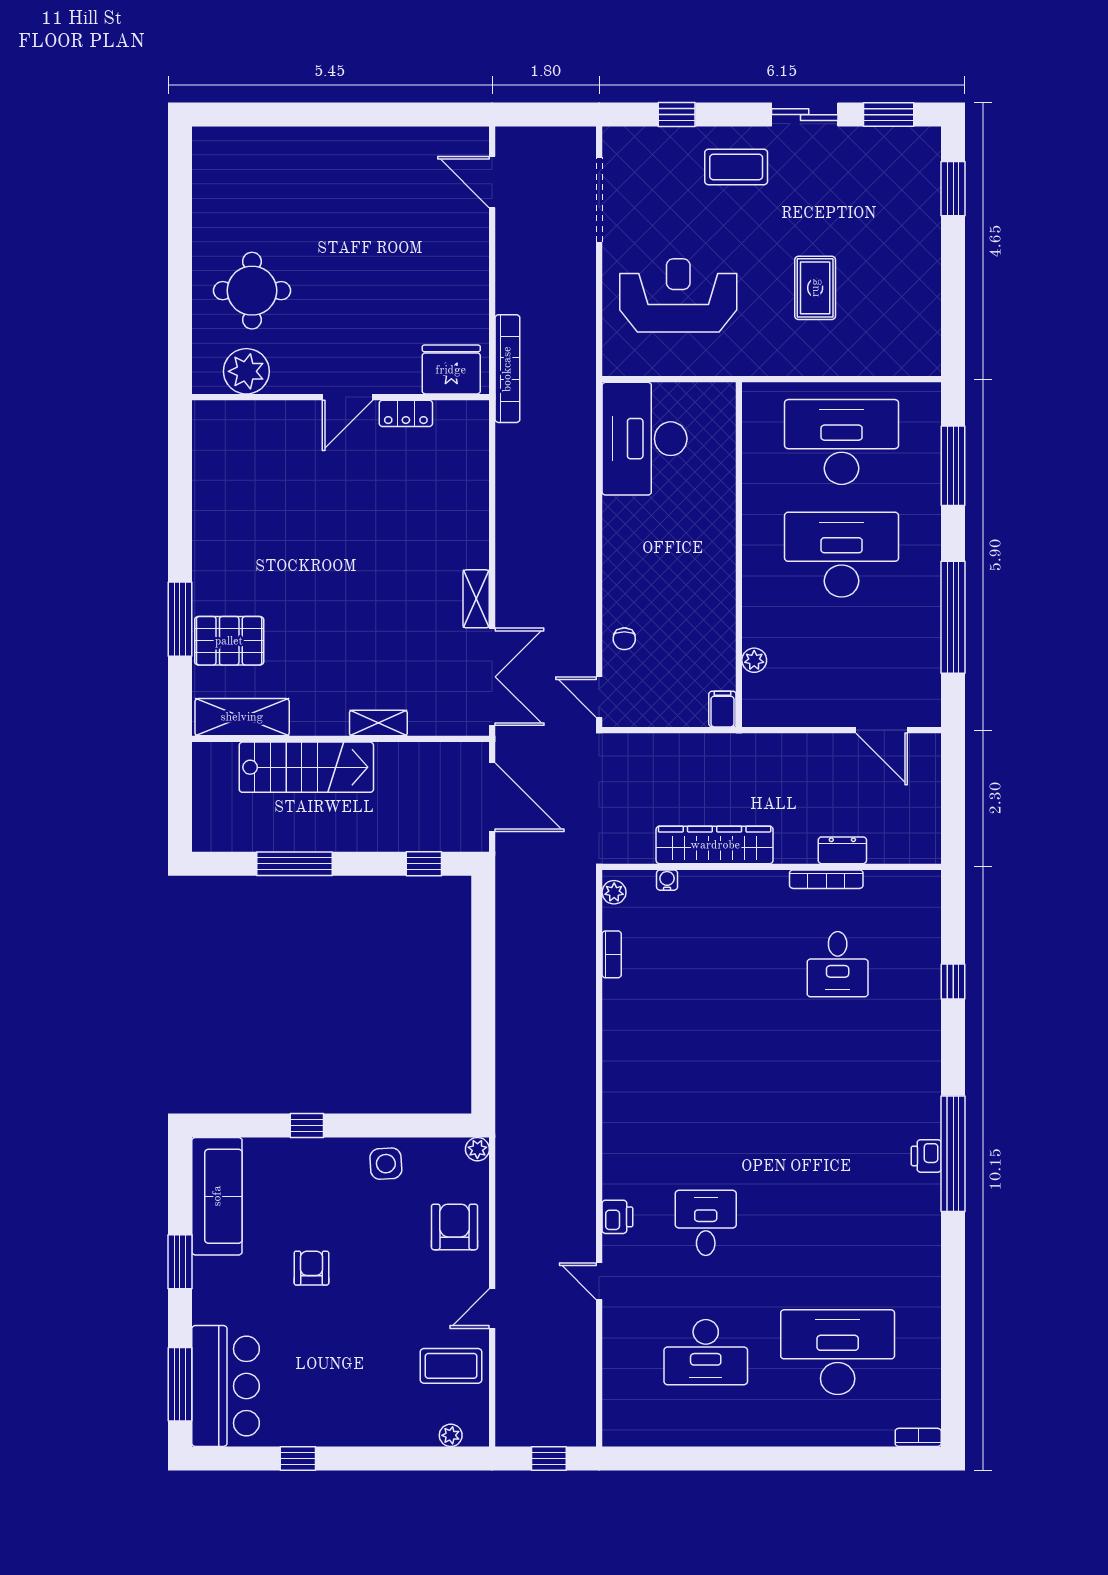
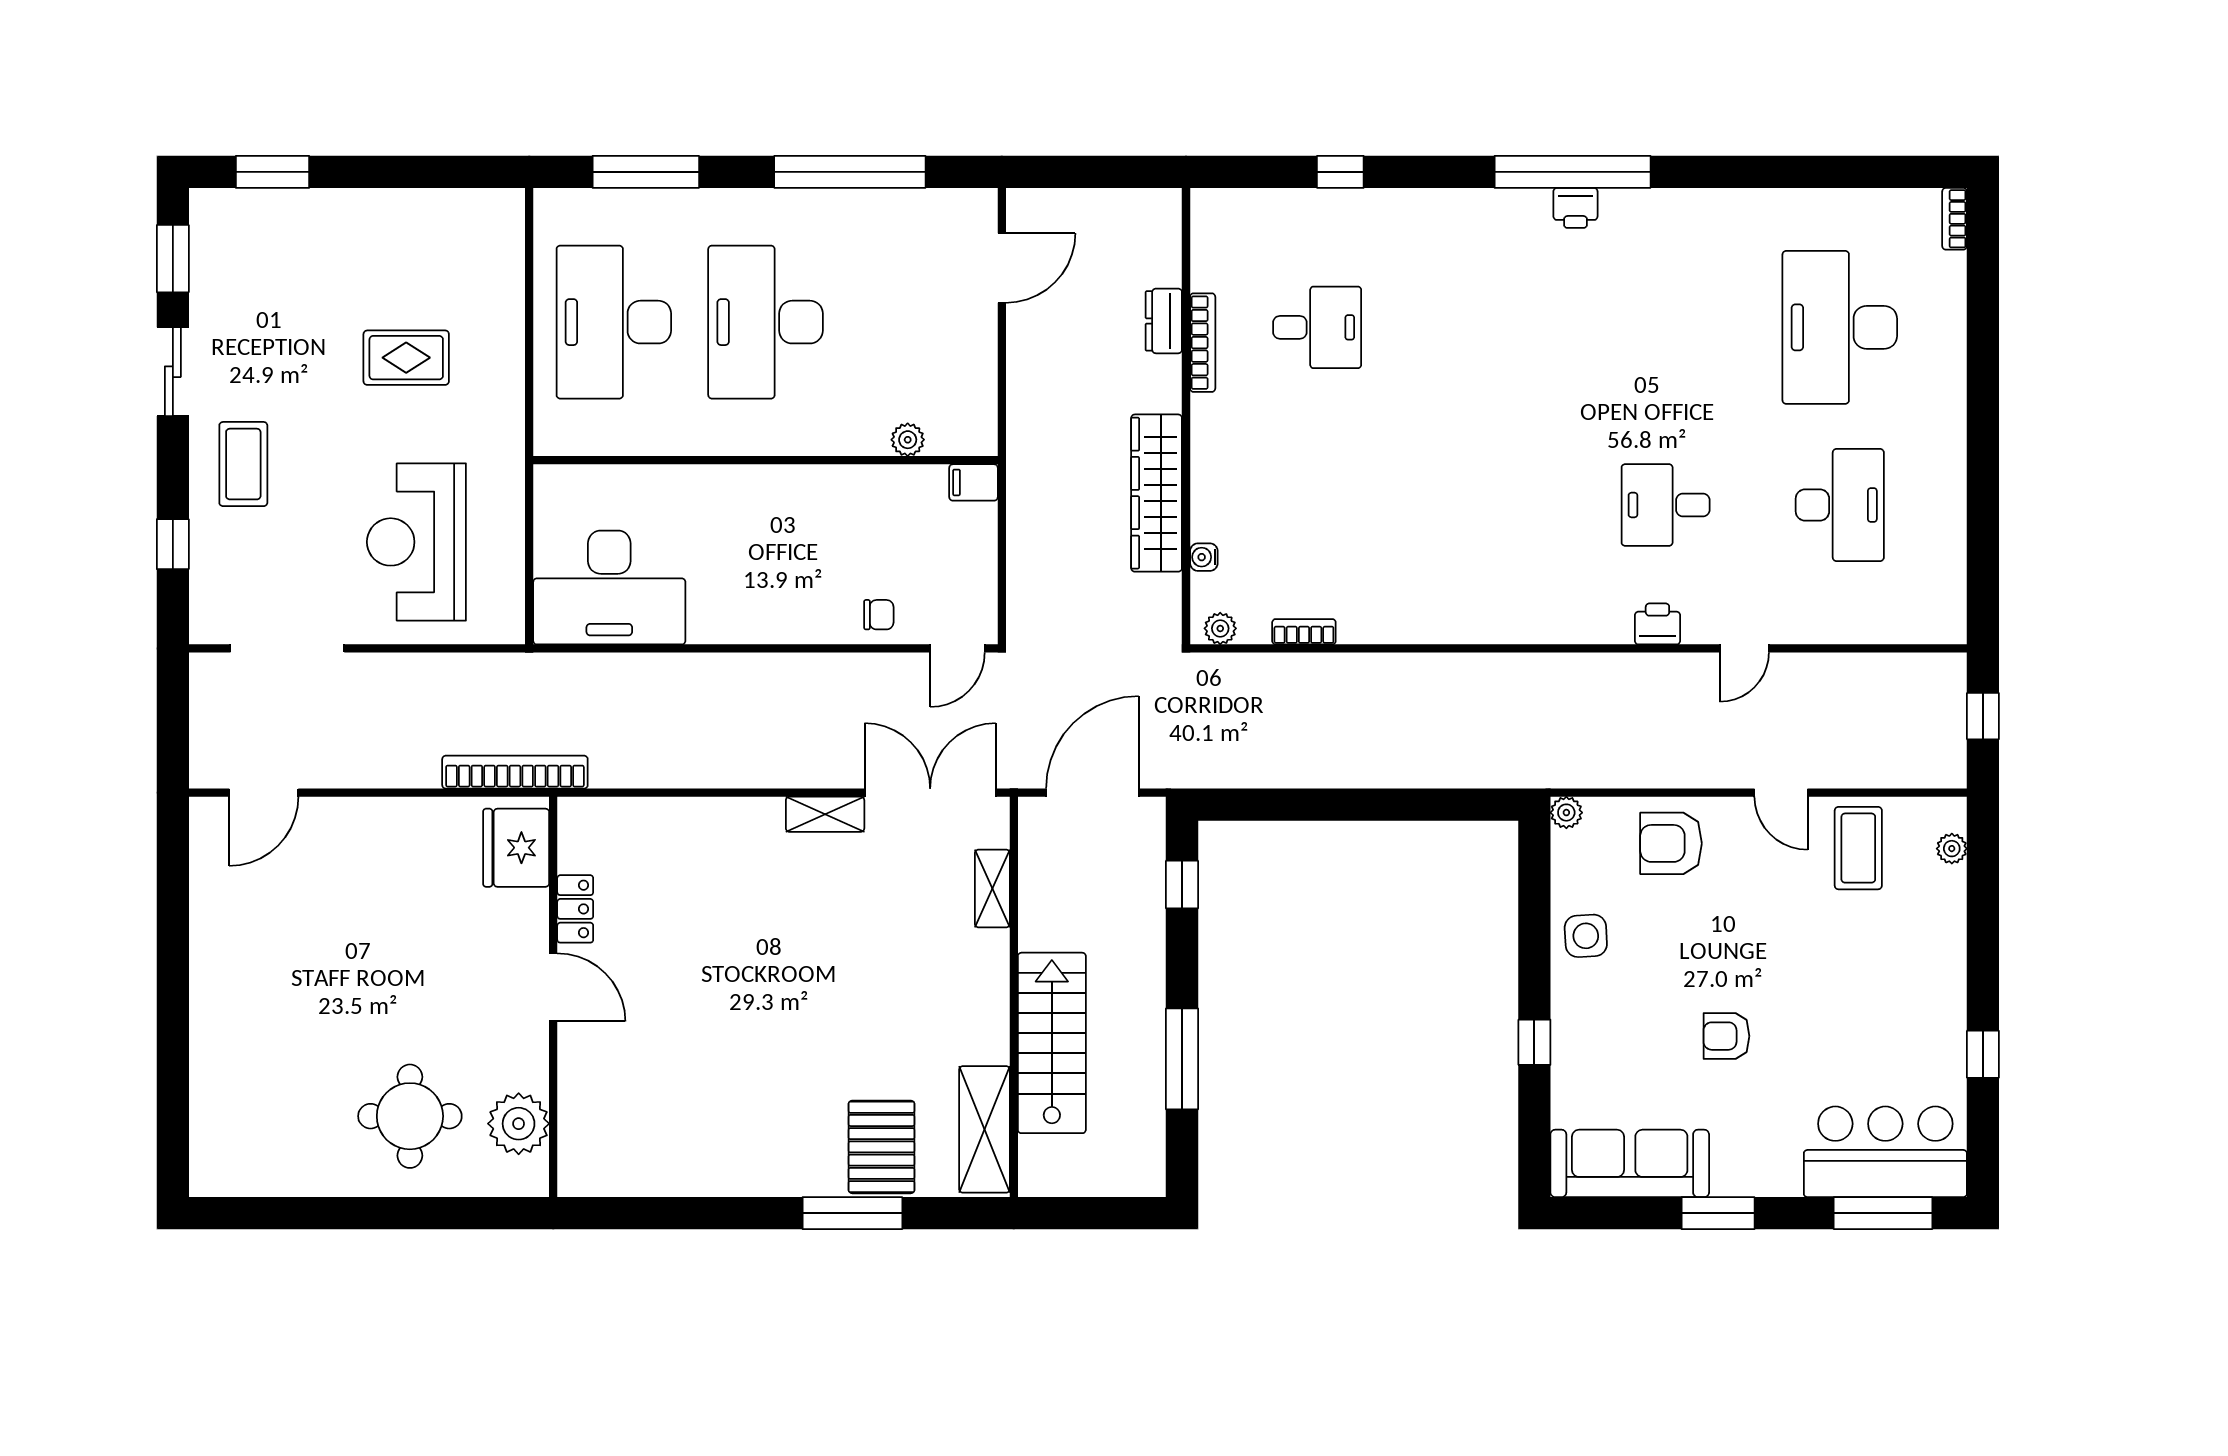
shelving: (378, 723) -> (992, 888), moved

